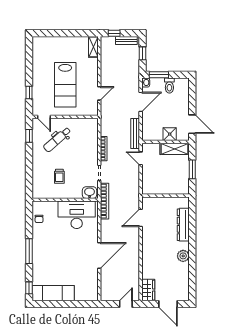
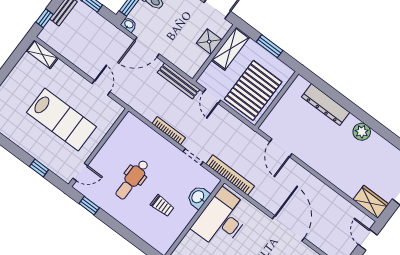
door: (141, 102) -> (147, 47), swing flipped
dental chair: (57, 139) -> (132, 180), moved, turned 41
door: (141, 158) -> (212, 96), hinge flipped
pallet: (161, 179) -> (253, 90), added
washbasin: (90, 193) -> (198, 197), moved

